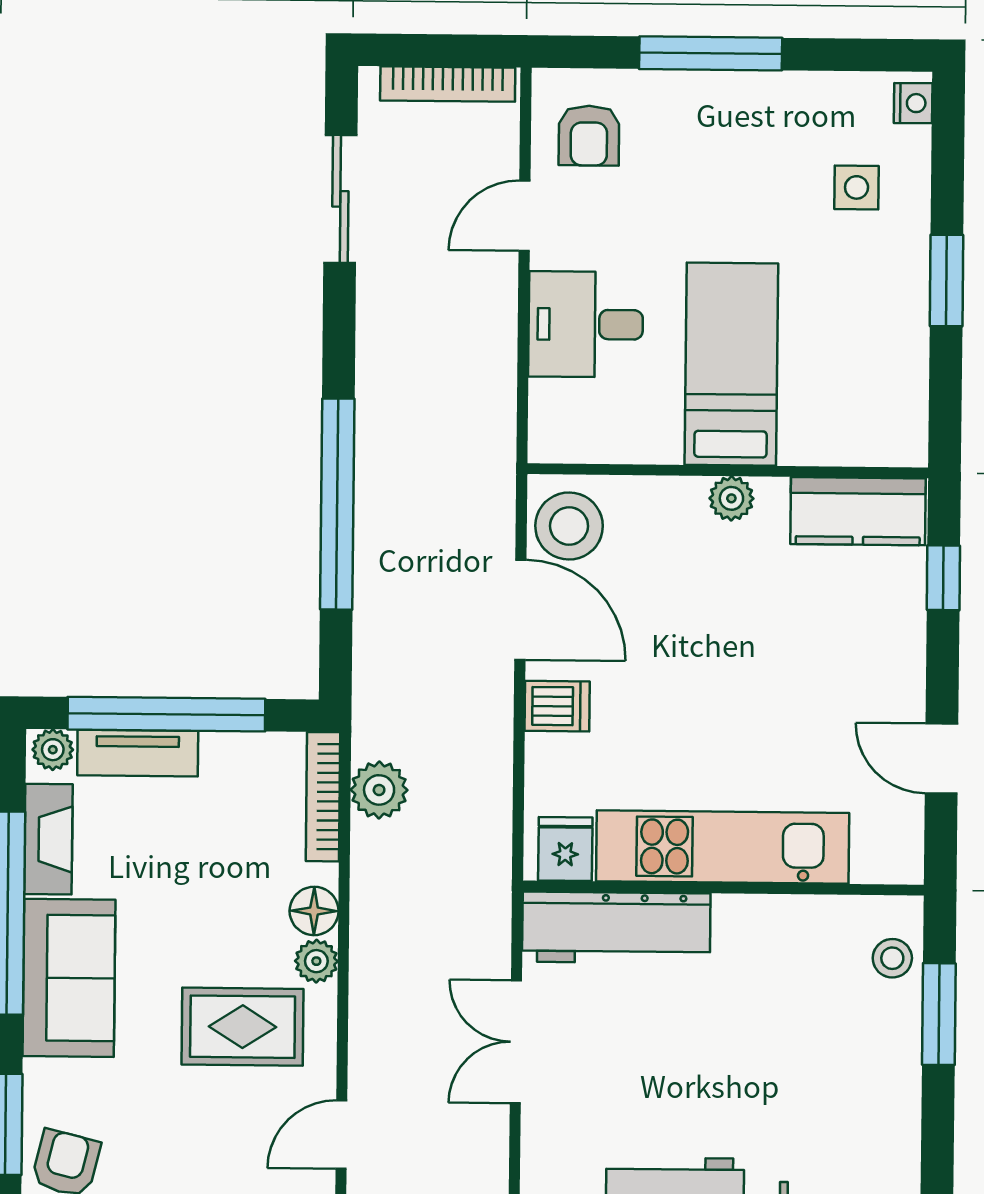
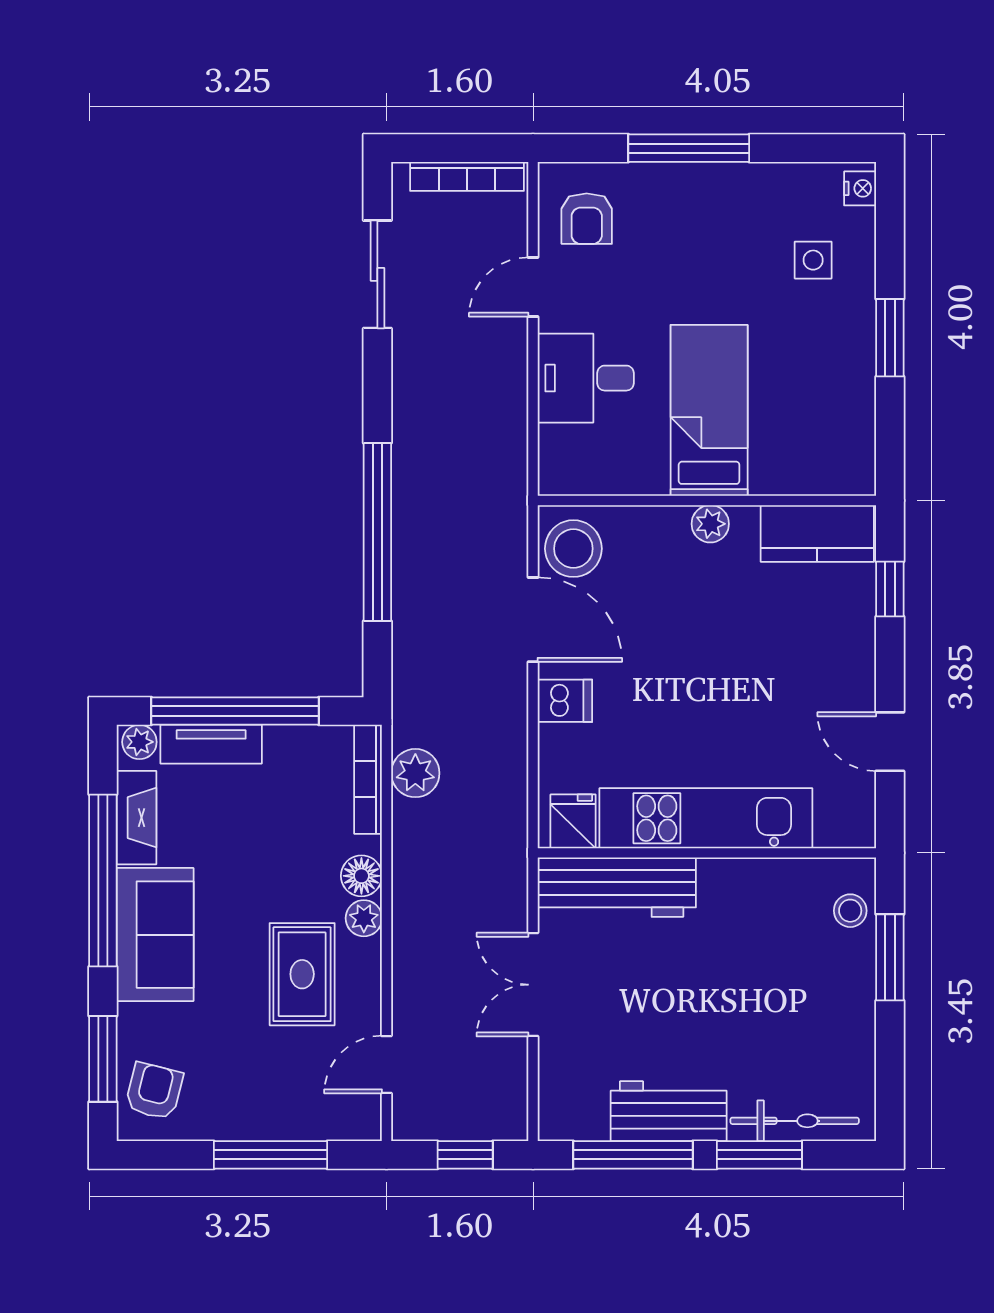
rug: (243, 1027) -> (302, 974), turned 90

